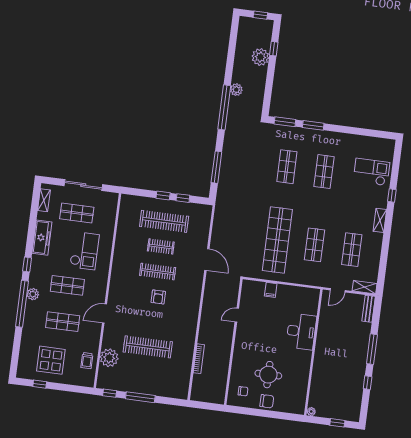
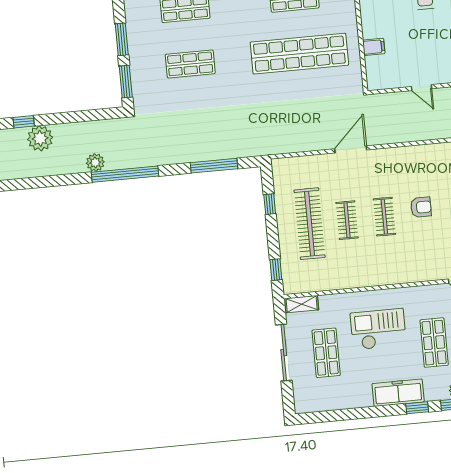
window: (163, 195) -> (276, 270), moved
shelving: (44, 200) -> (302, 304), moved
freezer: (42, 238) -> (398, 393), moved
clothes rail: (158, 272) -> (384, 217), width x0.73

